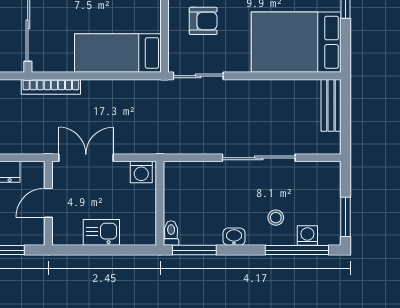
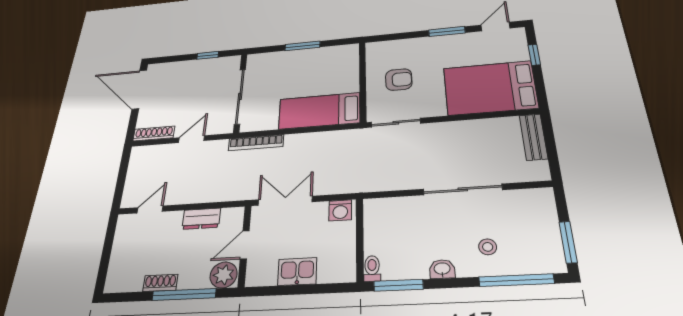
plant: (30, 232) -> (224, 275), added
washing machine: (307, 236) -> (527, 264), removed

